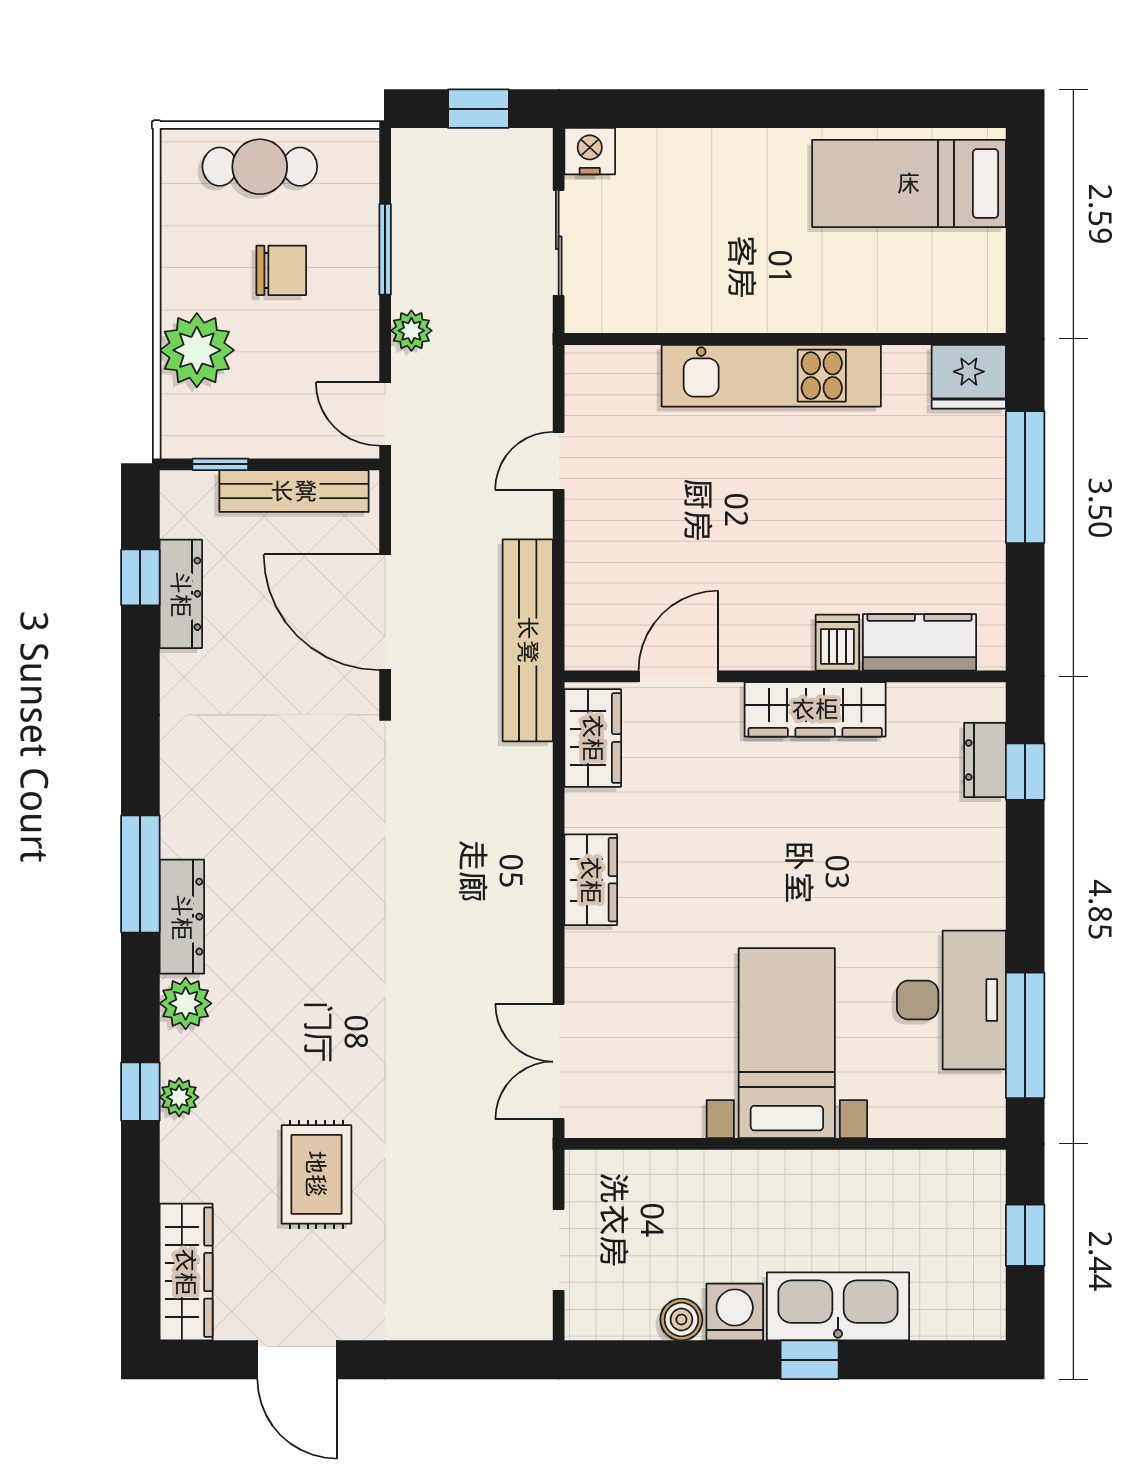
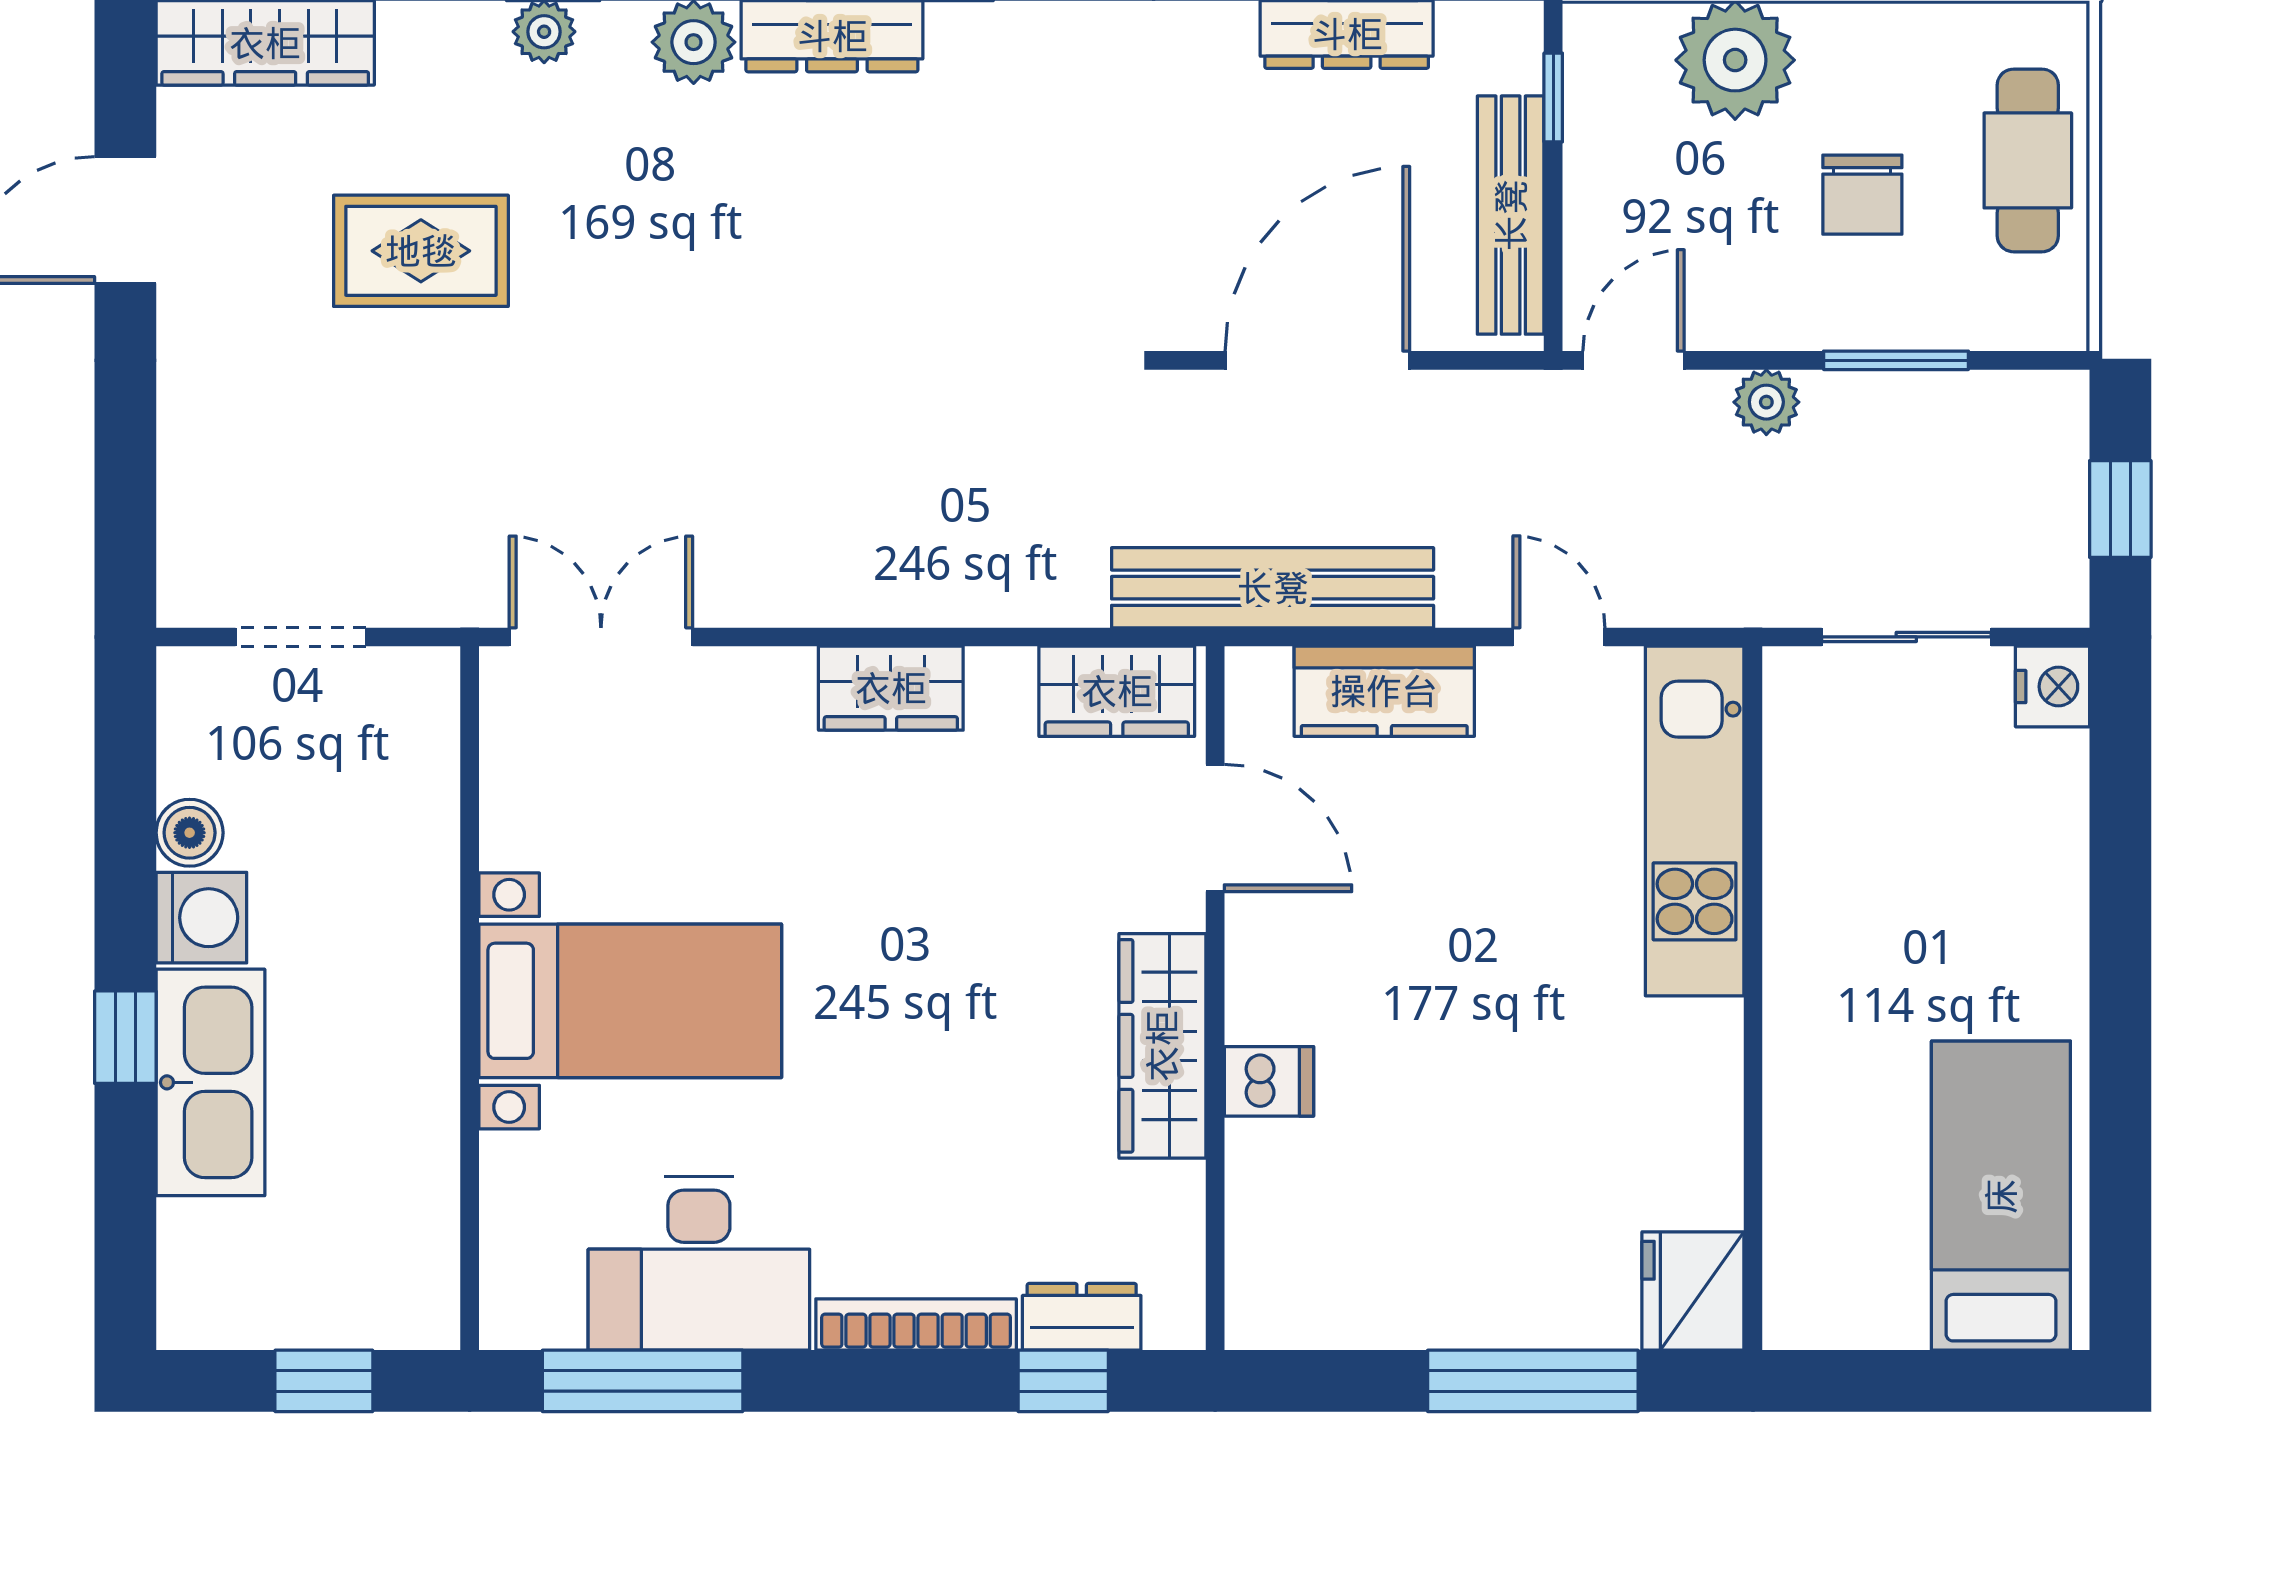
kitchen unit: (771, 376) -> (1695, 821), moved
kitchen counter: (919, 642) -> (1384, 691), moved, turned 90
bookcase: (990, 864) -> (916, 1324), added

